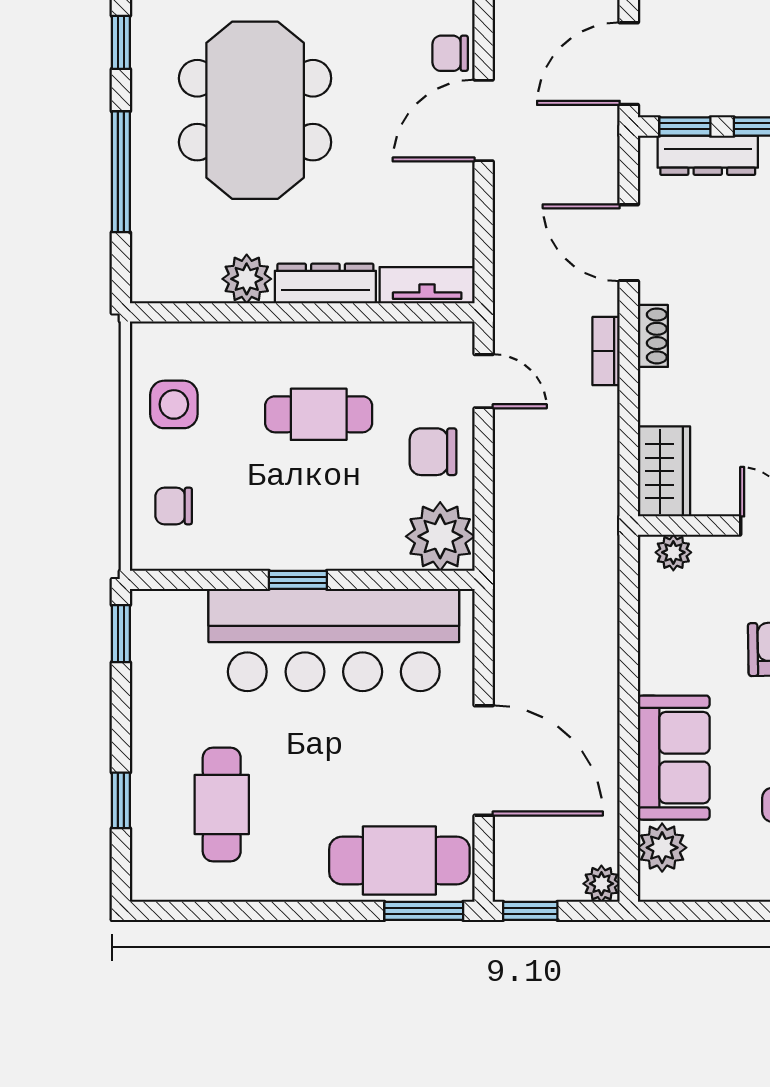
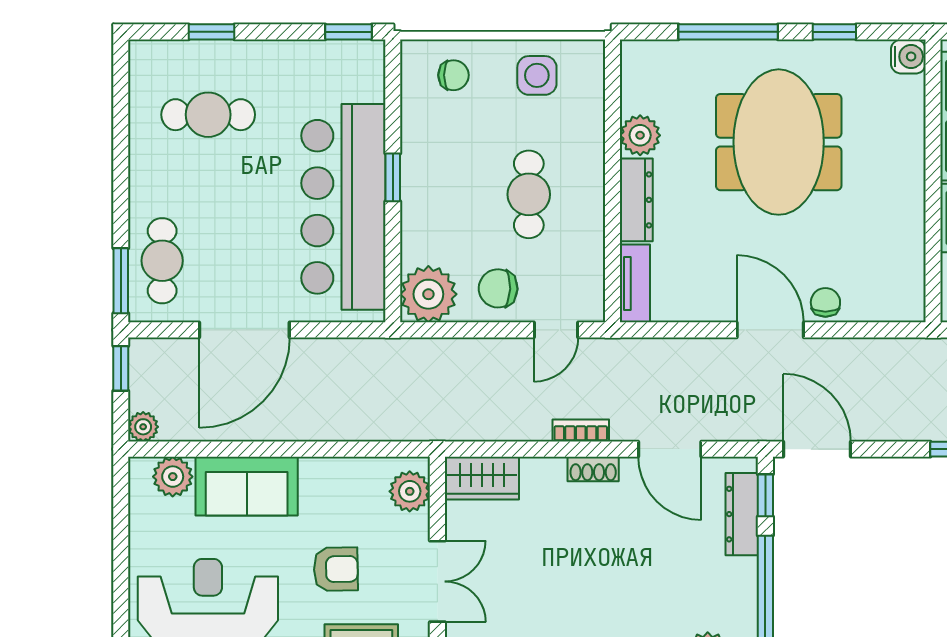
meeting table: (255, 110) -> (779, 142), turned 90
door: (629, 243) -> (670, 449), swing flipped
chair: (433, 452) -> (498, 288), turned -88
chair: (174, 506) -> (453, 75), turned 90
plant: (673, 552) -> (410, 491), width x1.38, depth x1.38
cafe table: (399, 861) -> (162, 261), width x0.73, depth x0.74

